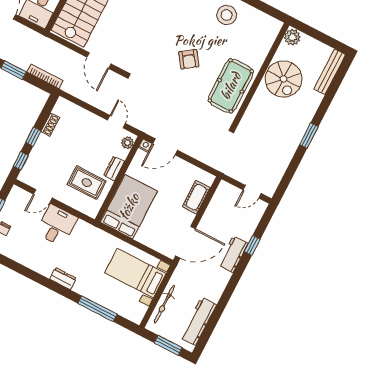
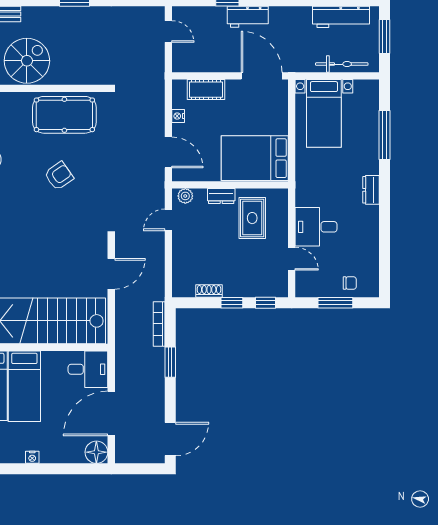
nightstand: (145, 146) -> (178, 116), moved

